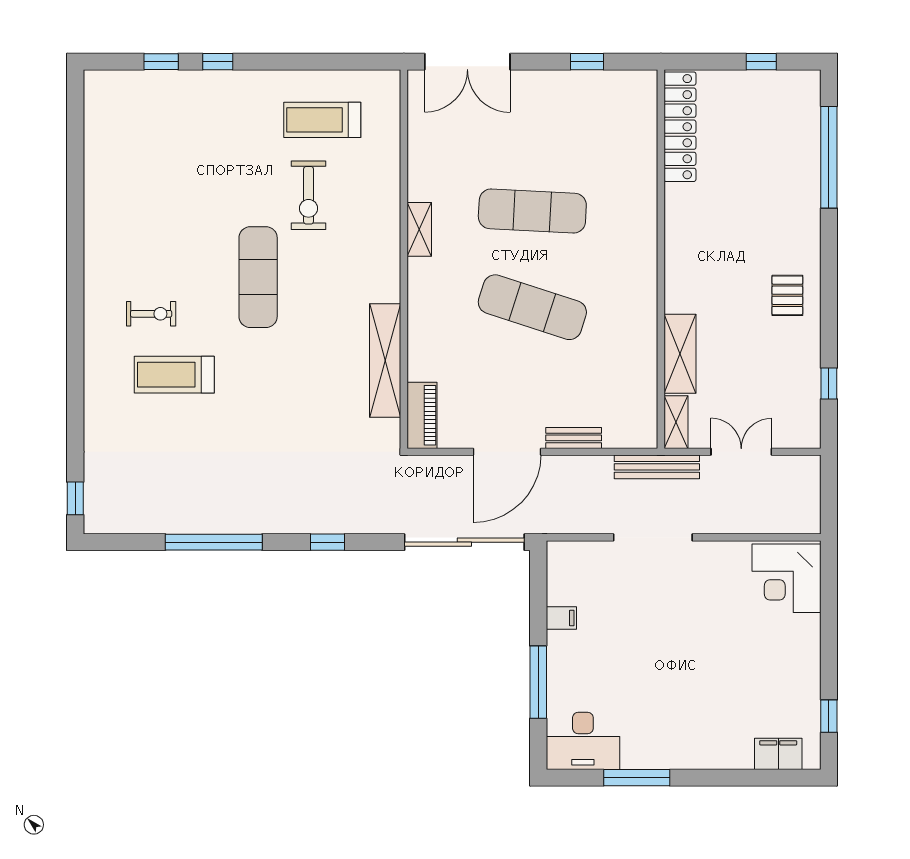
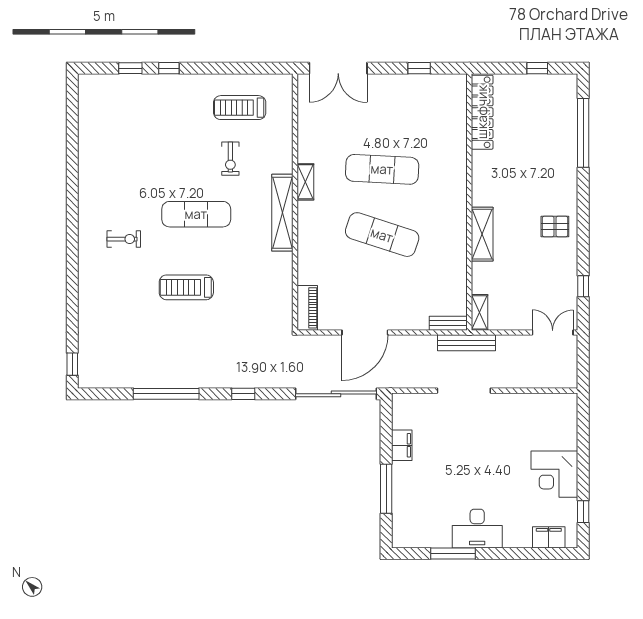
exercise bike: (309, 195) -> (230, 159), width x0.73, depth x0.72
exercise mat: (258, 277) -> (196, 214), turned 90
pallet: (787, 295) -> (555, 226), turned 90
shelving: (680, 354) -> (482, 234), moved
shelving: (385, 361) -> (282, 213), moved
treadmill: (174, 375) -> (186, 287), moved
bench: (574, 438) -> (448, 323), moved
double door: (741, 452) -> (553, 333), moved
corner desk: (786, 578) -> (554, 474), moved
filing cabinet: (561, 618) -> (402, 445), width x2.00
desk: (583, 741) -> (477, 529), moved

